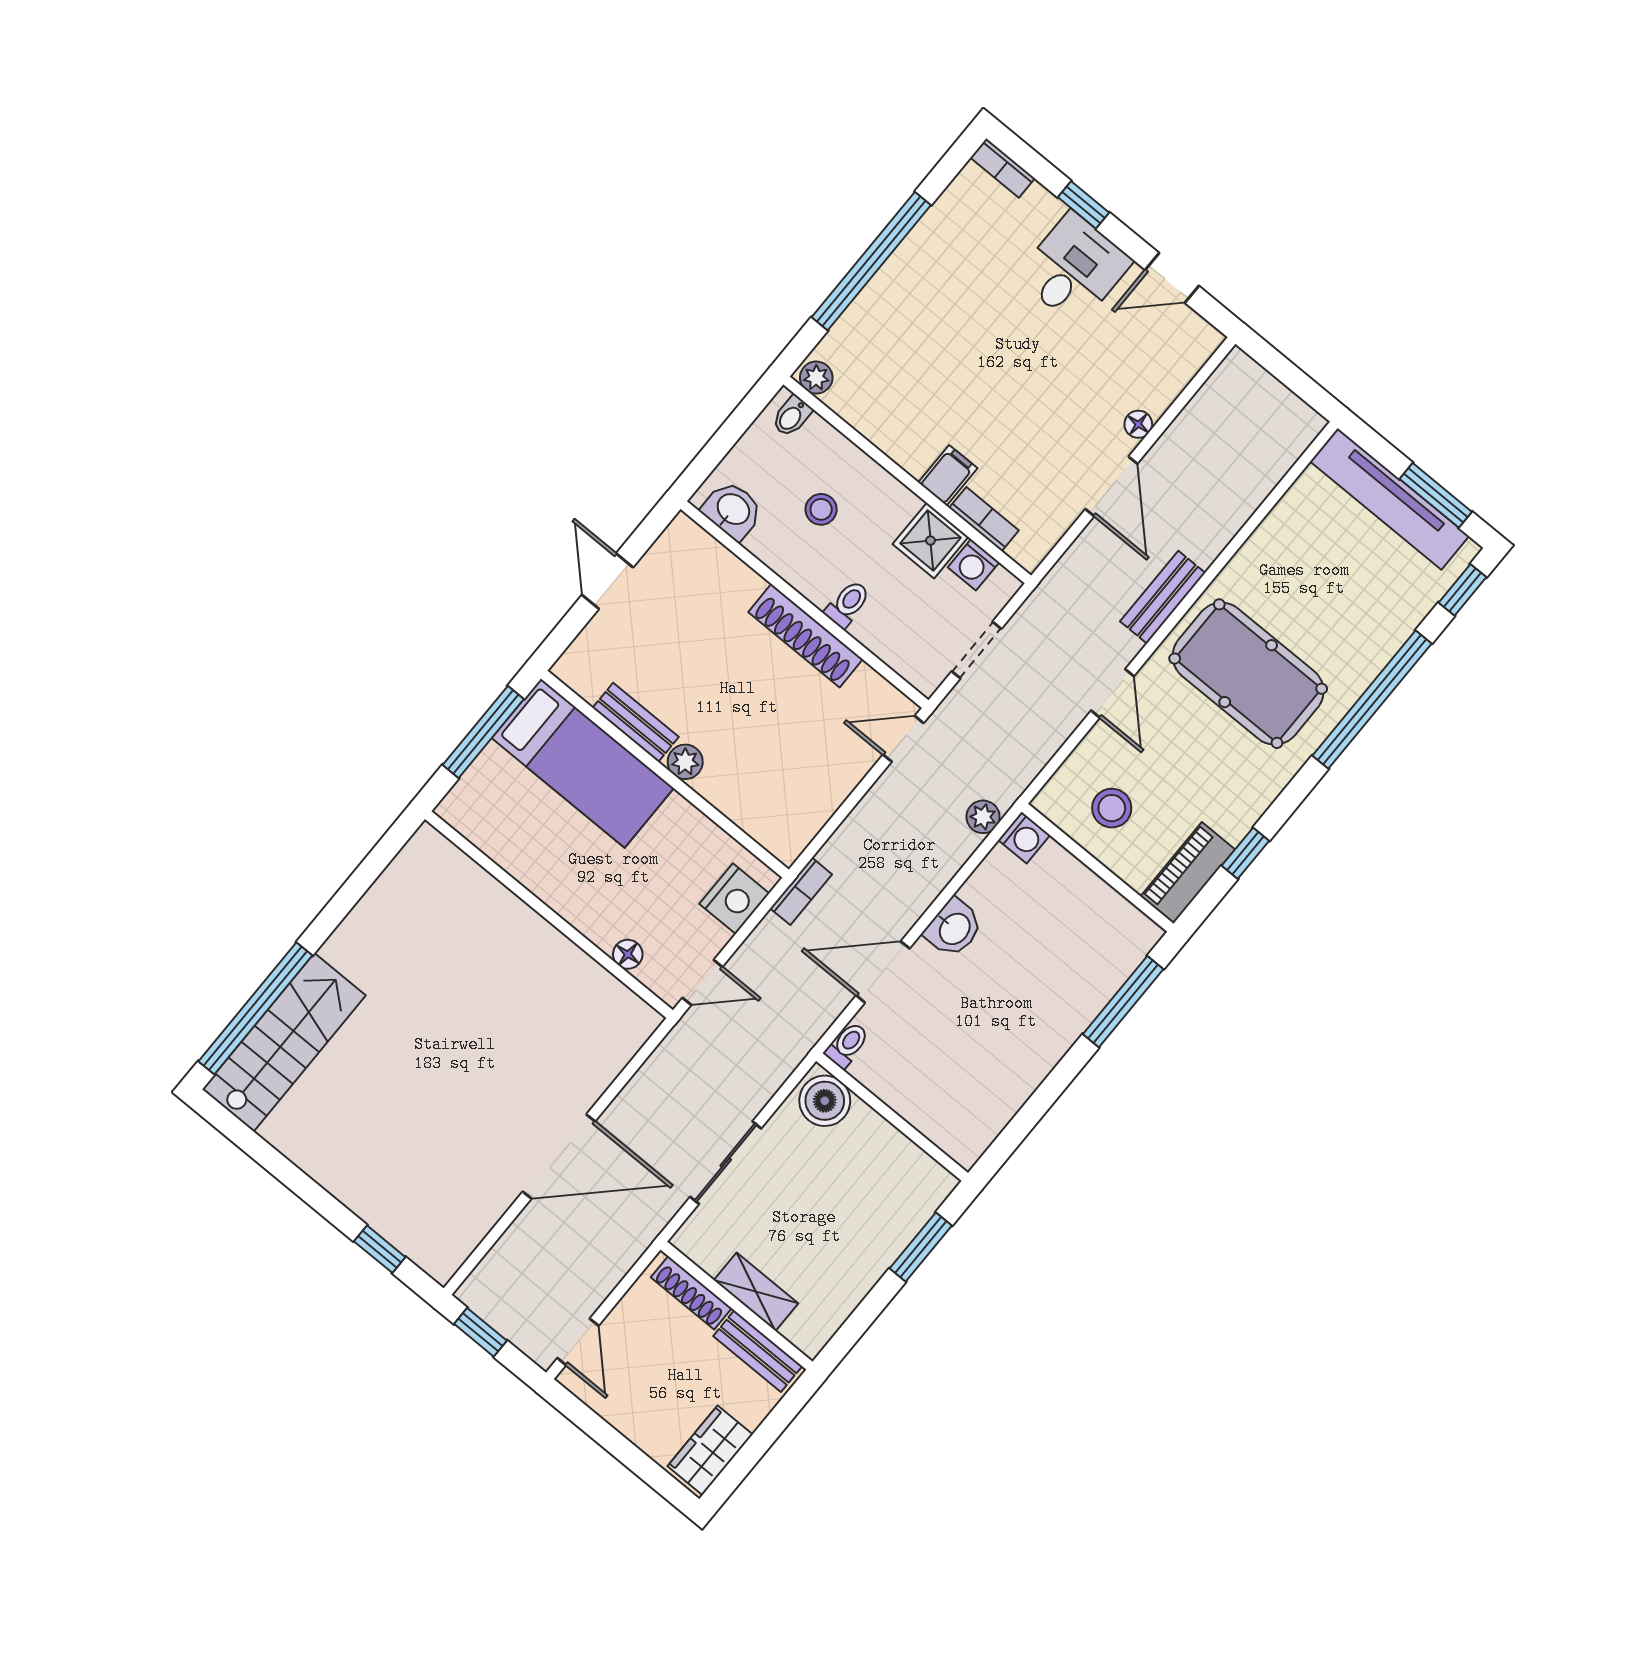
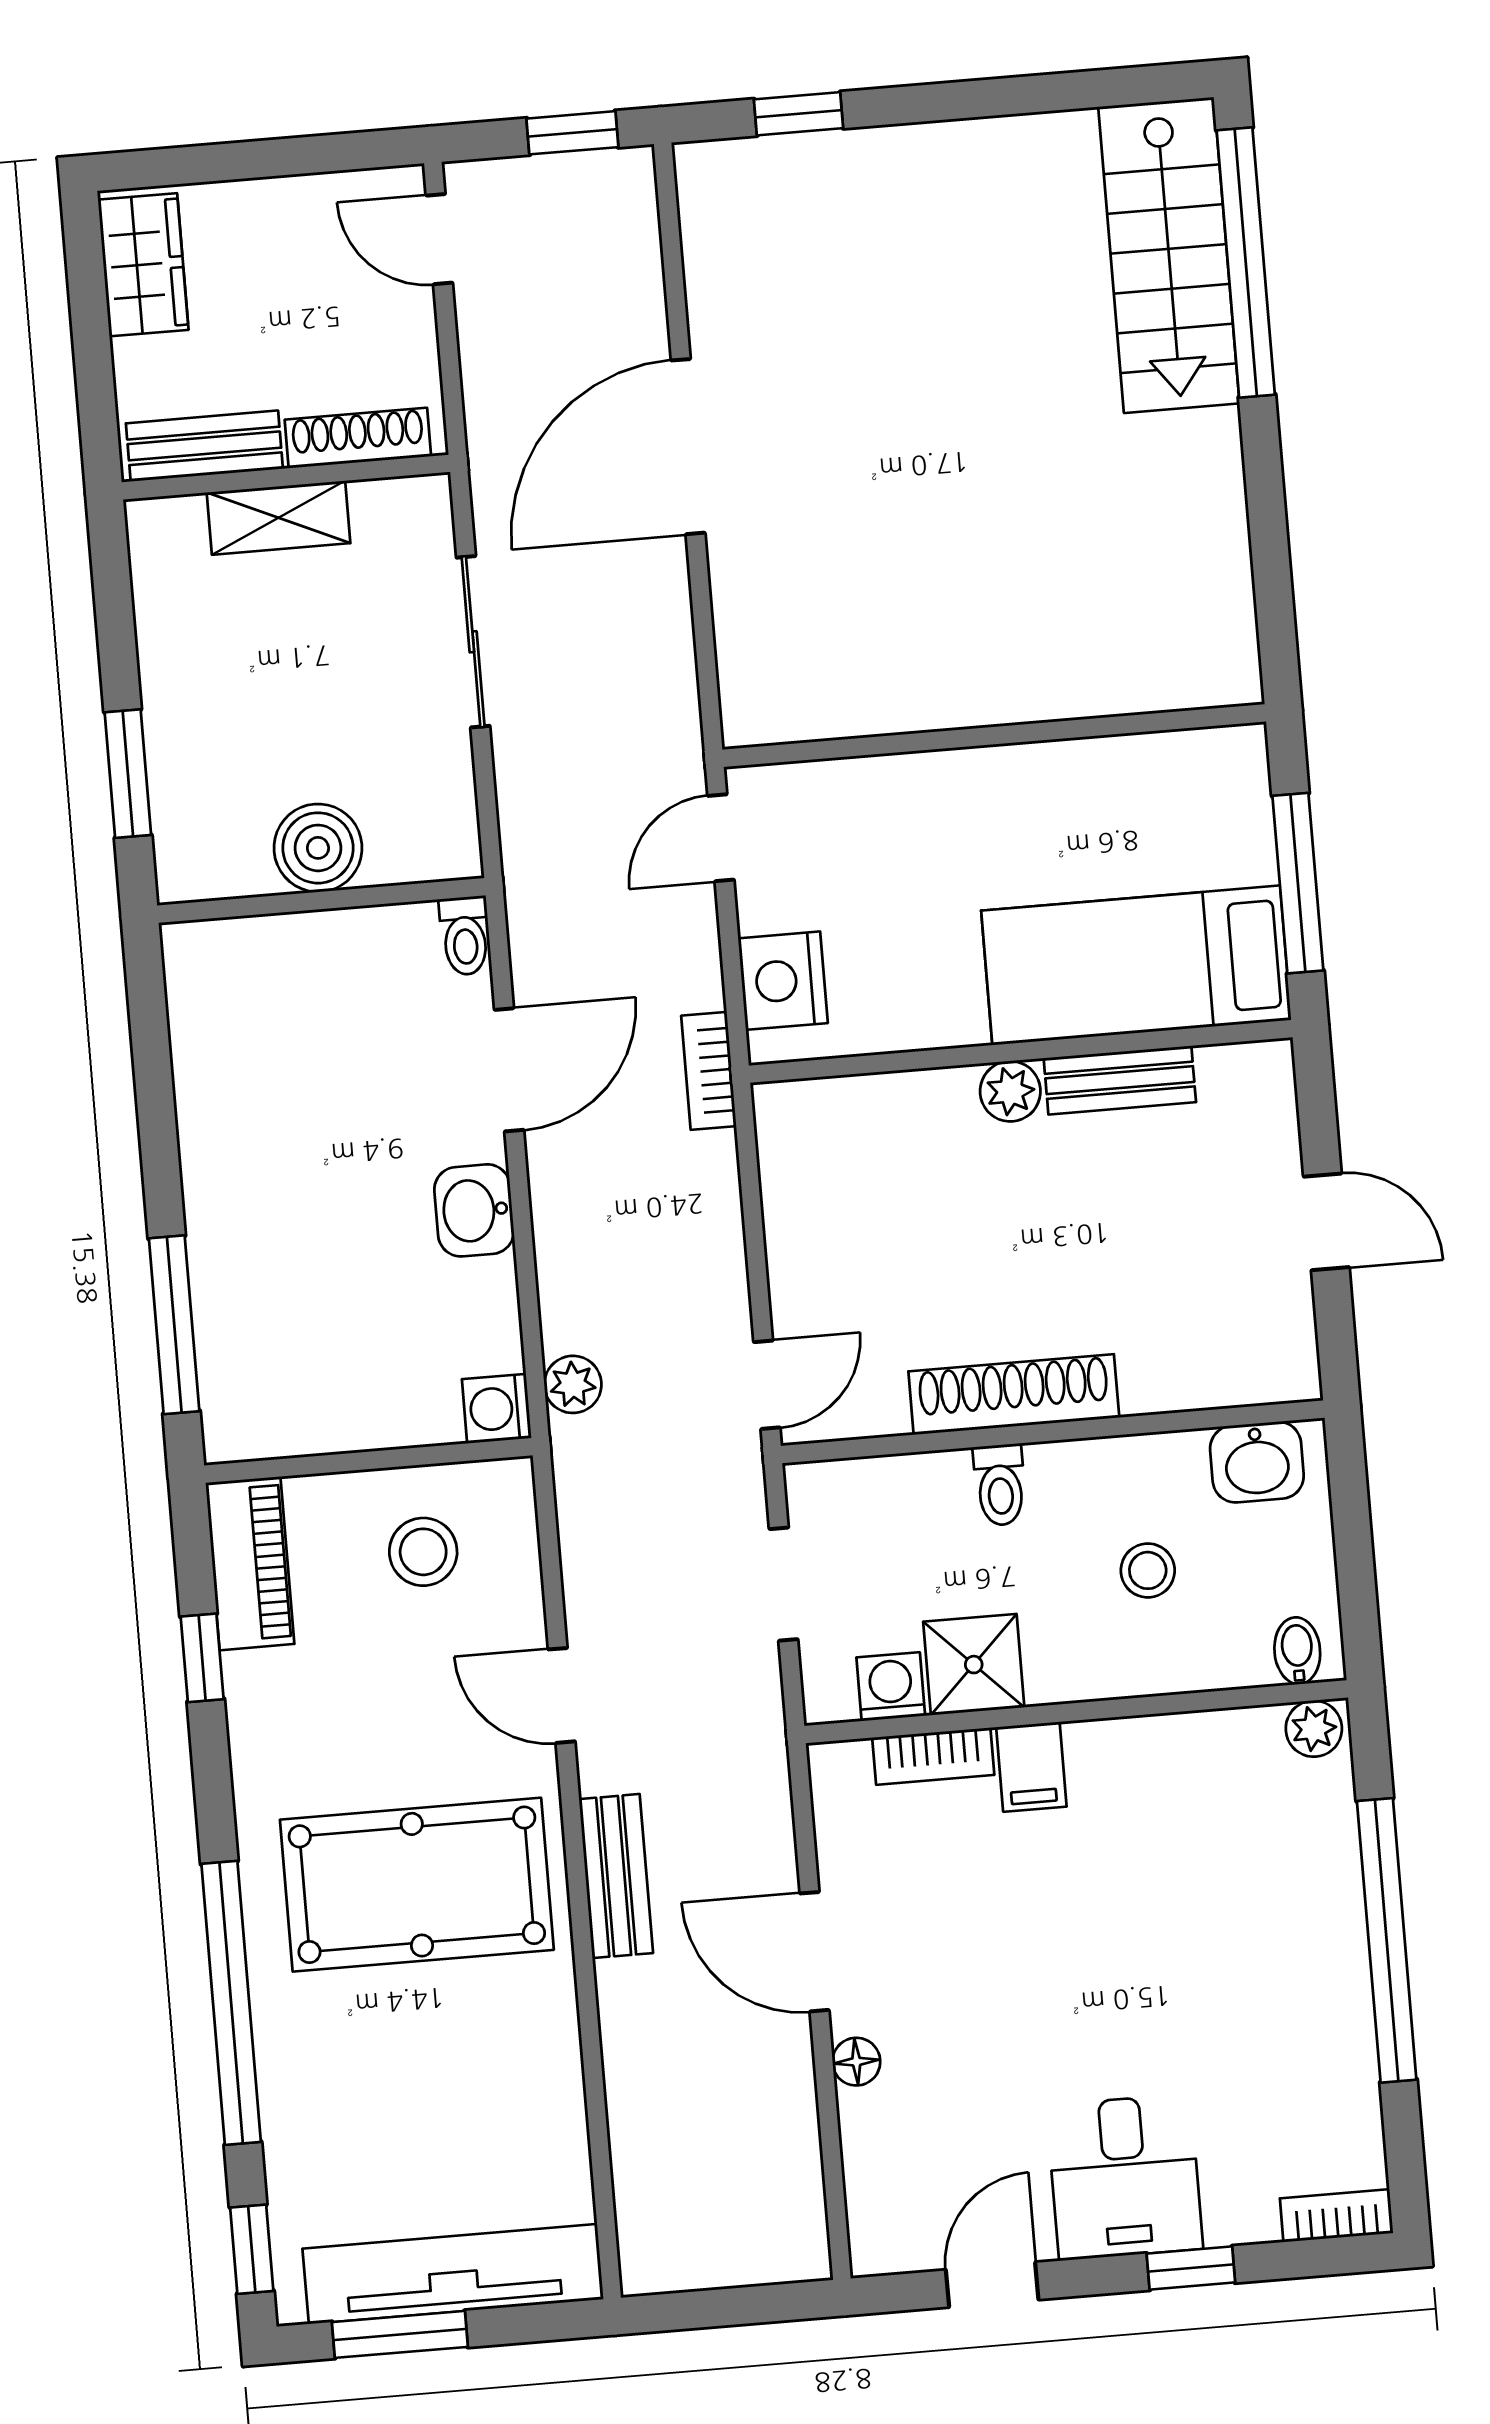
floor lamp: (628, 954) -> (848, 782), removed
boiler: (825, 1101) -> (318, 848), moved

